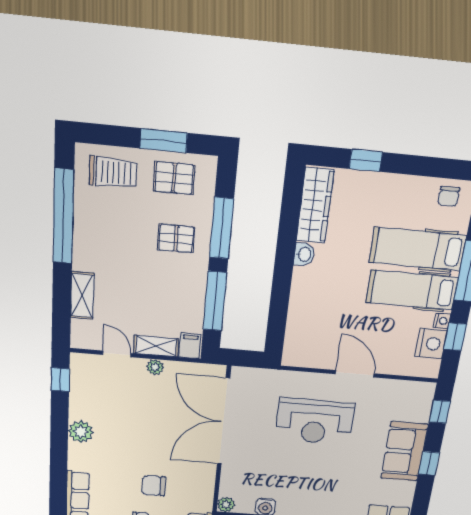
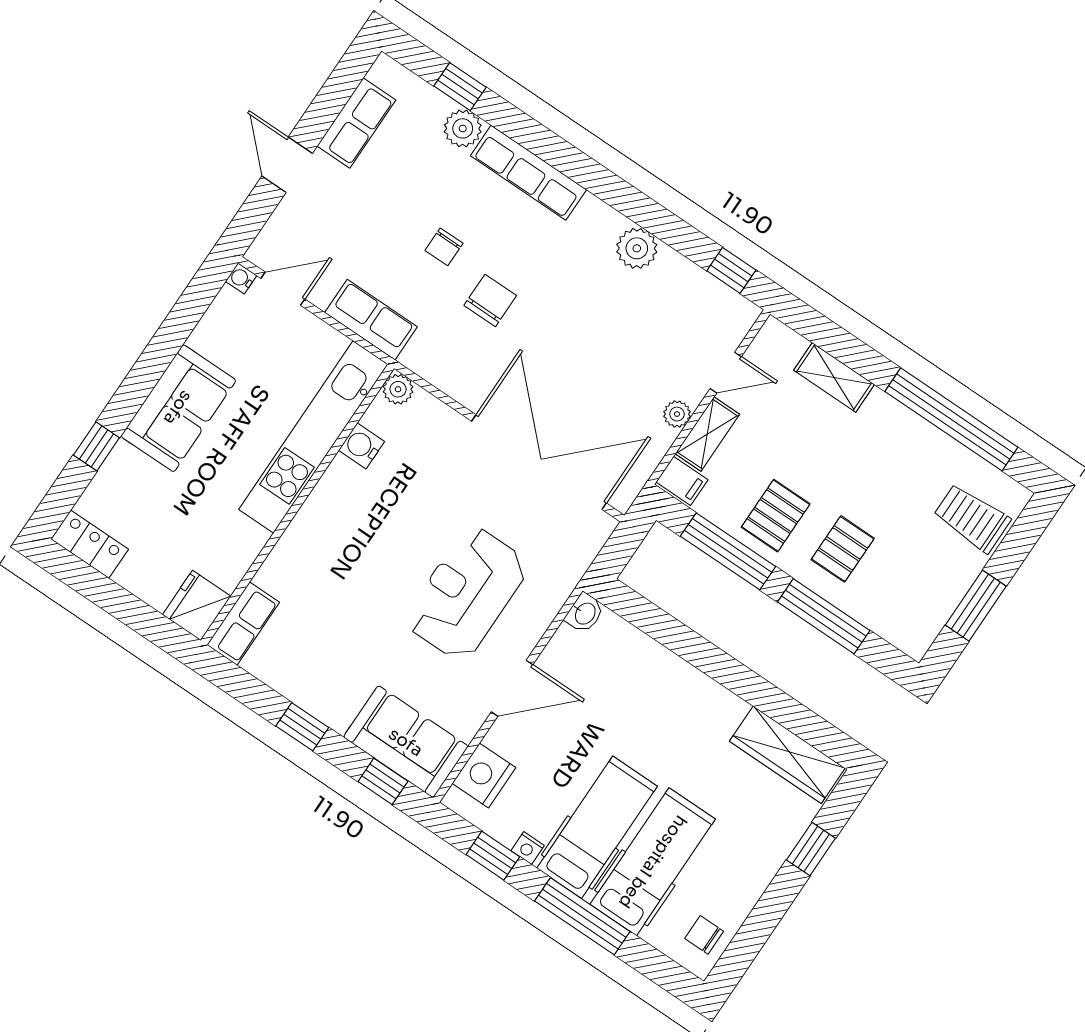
trolley: (113, 172) -> (972, 518), turned 90
pallet: (174, 178) -> (776, 516), moved
washbasin: (304, 254) -> (585, 613), moved, turned -90
nightstand: (431, 344) -> (484, 775), moved, turned 90
sofa: (404, 451) -> (406, 742), moved

